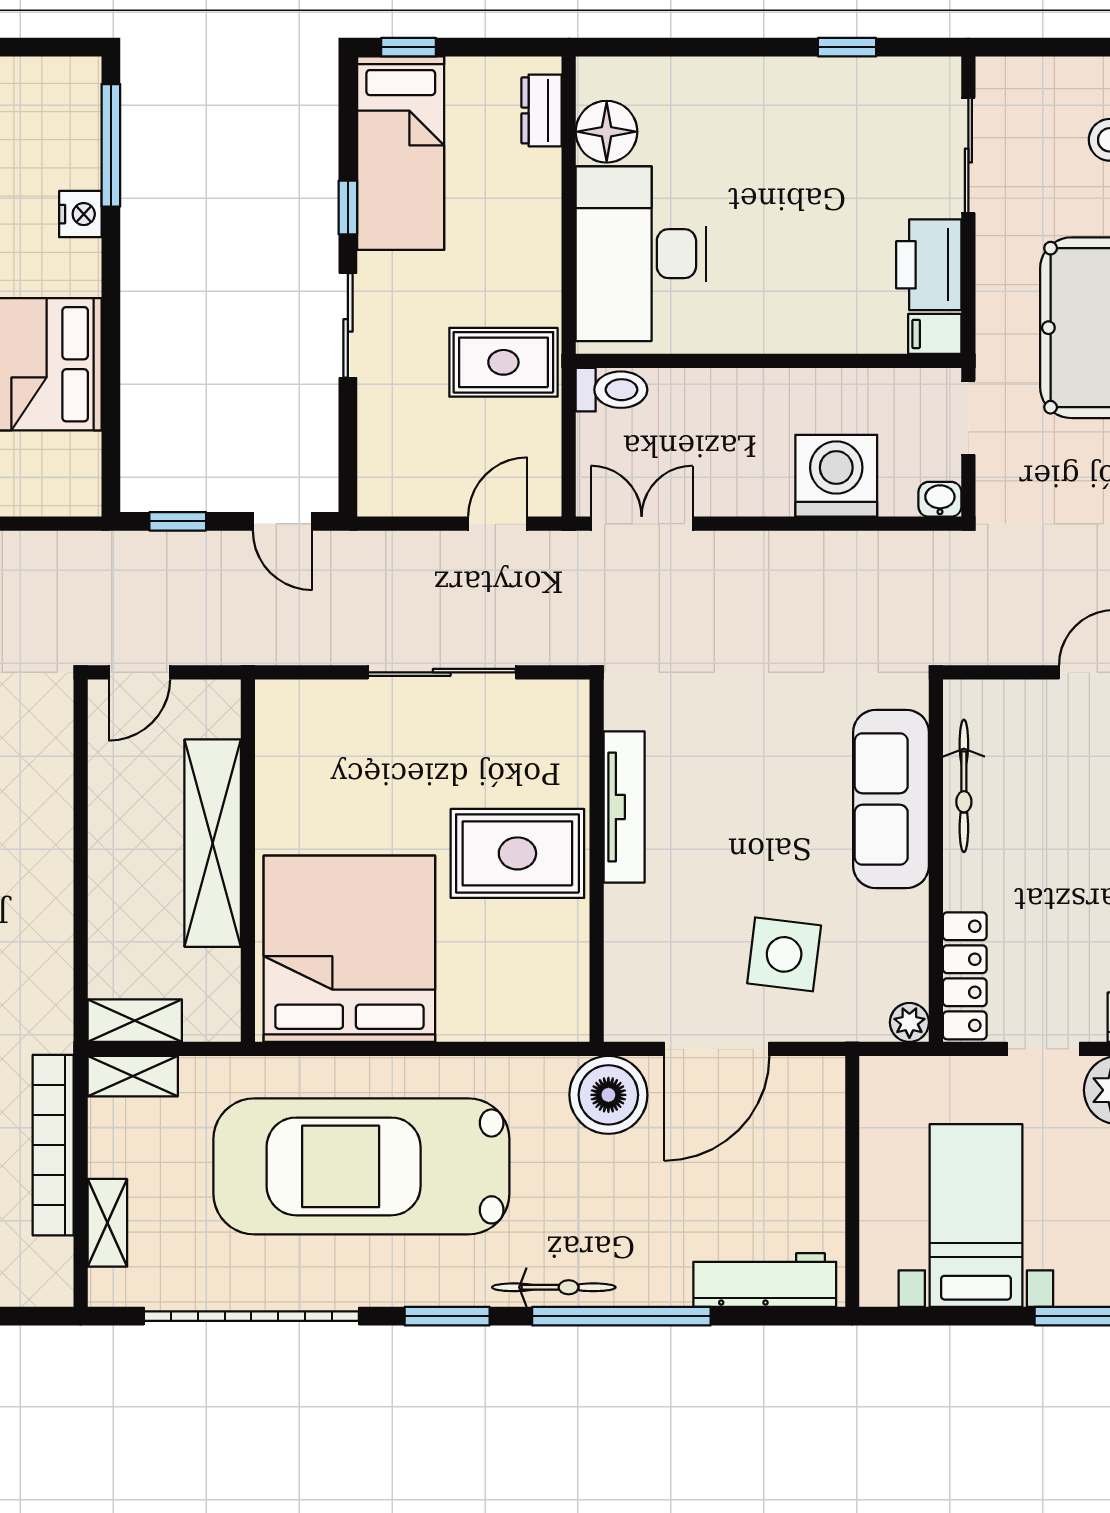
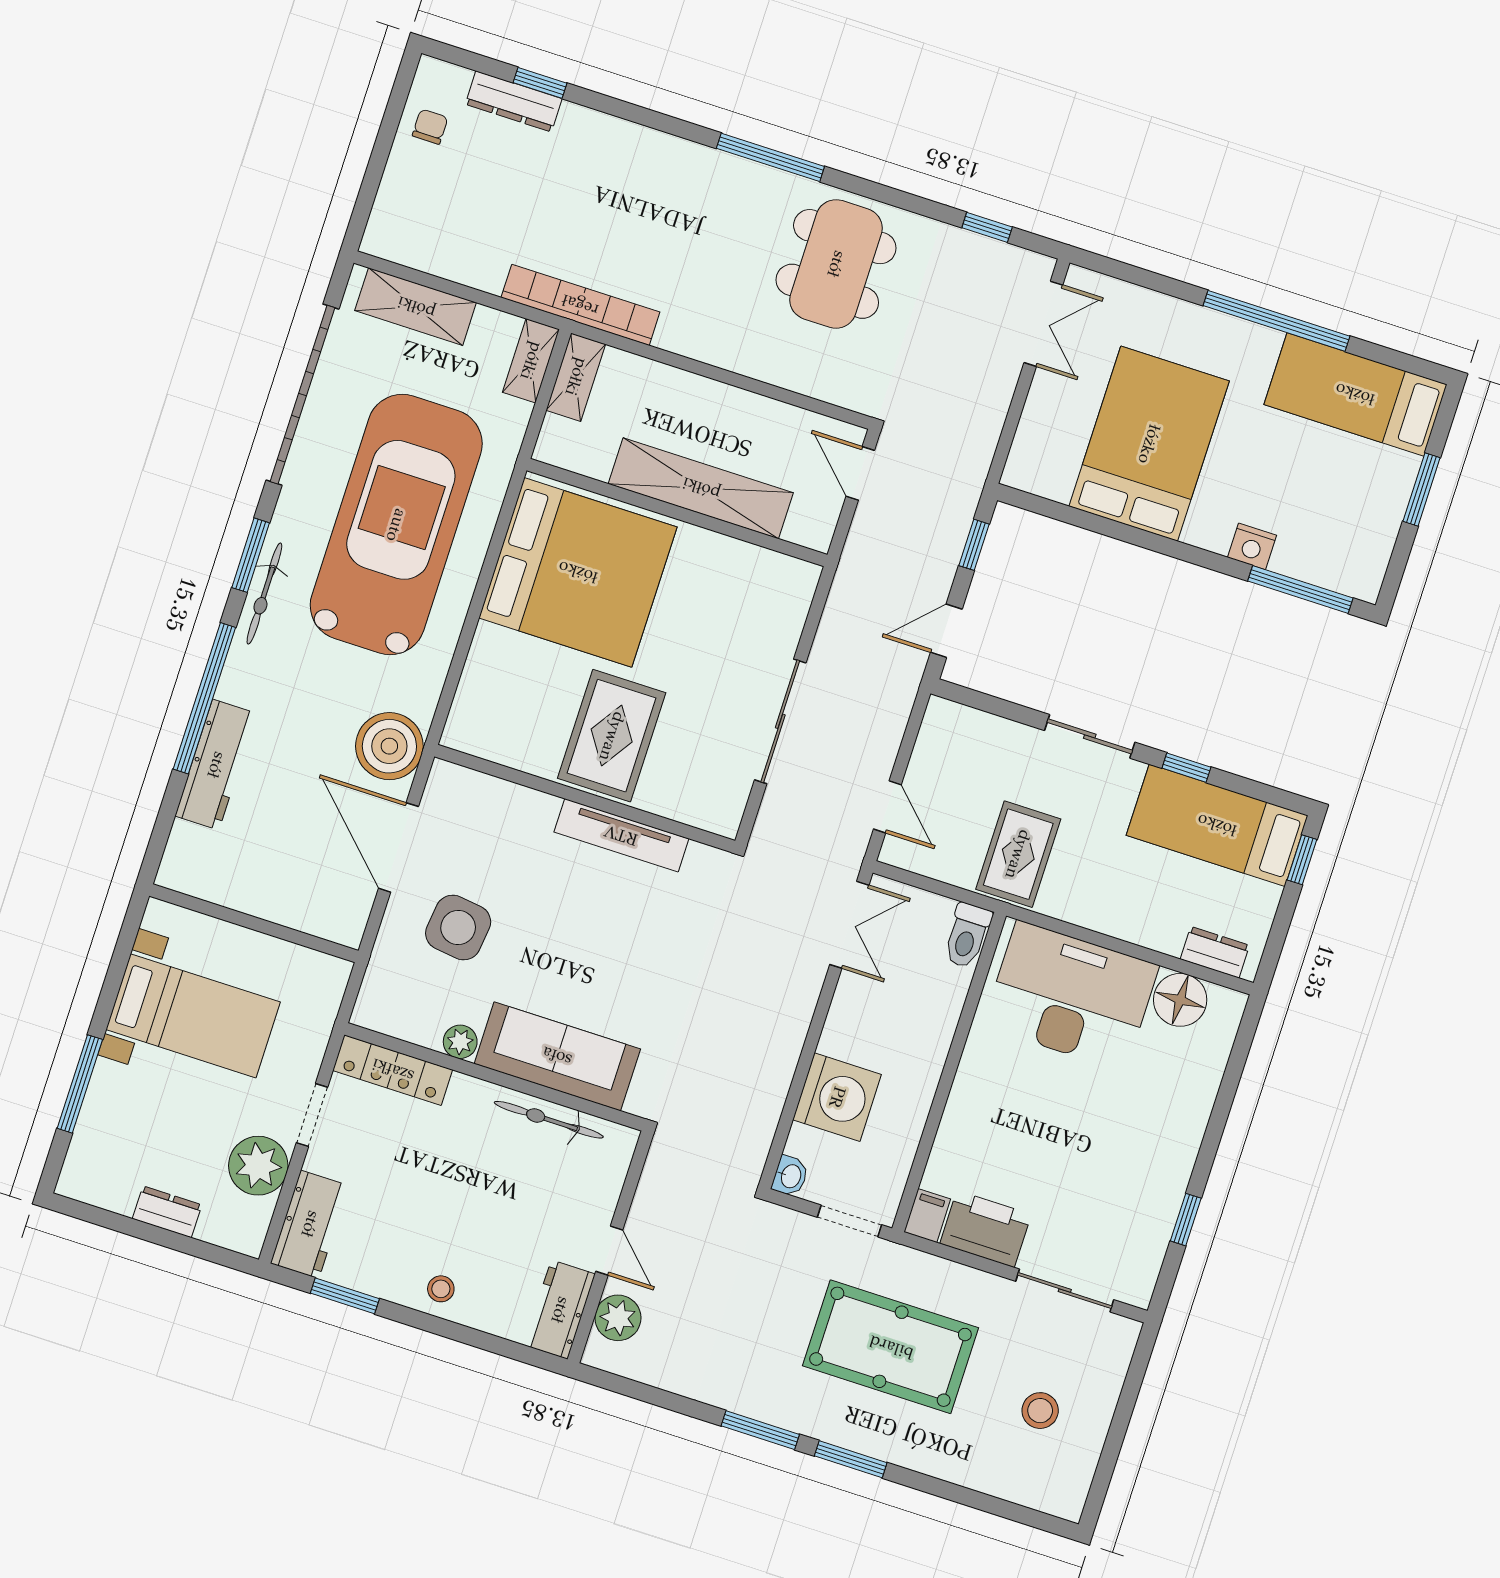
plant: (909, 1022) -> (460, 1042), moved
bookcase: (53, 1145) -> (580, 305), moved
shelving: (107, 1223) -> (416, 307), width x1.50, depth x1.33
workbench: (765, 1280) -> (216, 765), moved
bicycle: (554, 1287) -> (264, 594), moved

